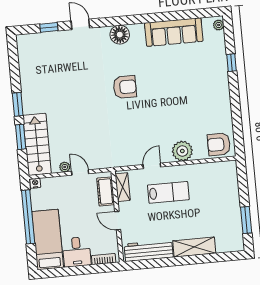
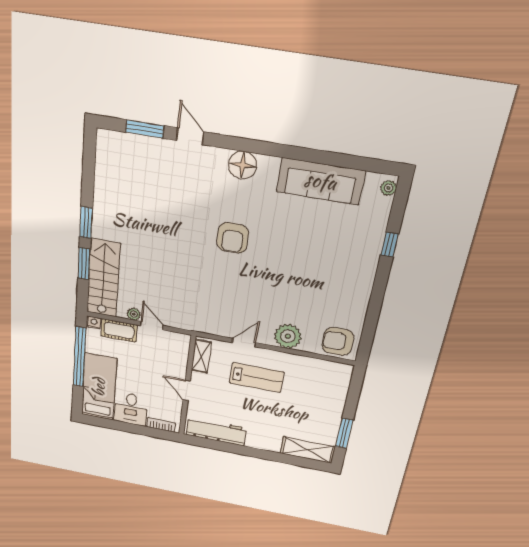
window: (49, 27) -> (145, 129), width x1.50
armchair: (125, 87) -> (233, 238), turned 90
cot: (106, 191) -> (119, 330), moved, turned 90
shelving: (194, 247) -> (308, 450), moved

